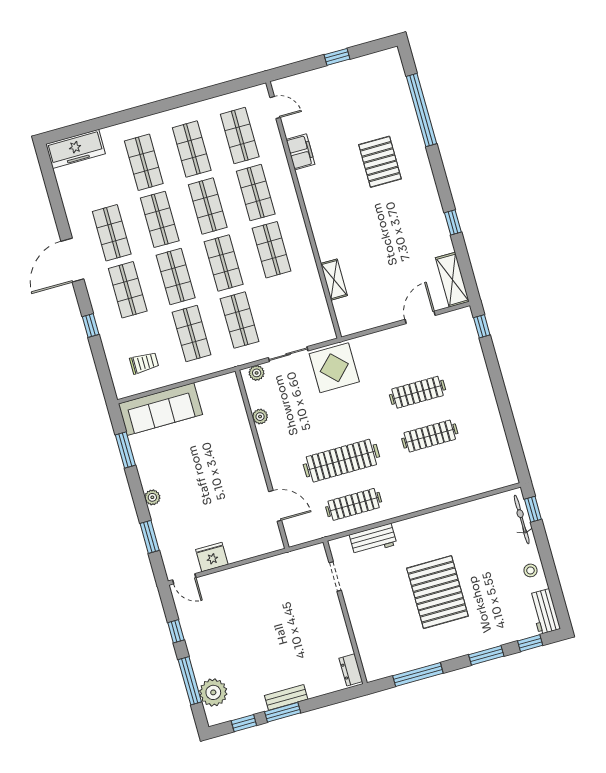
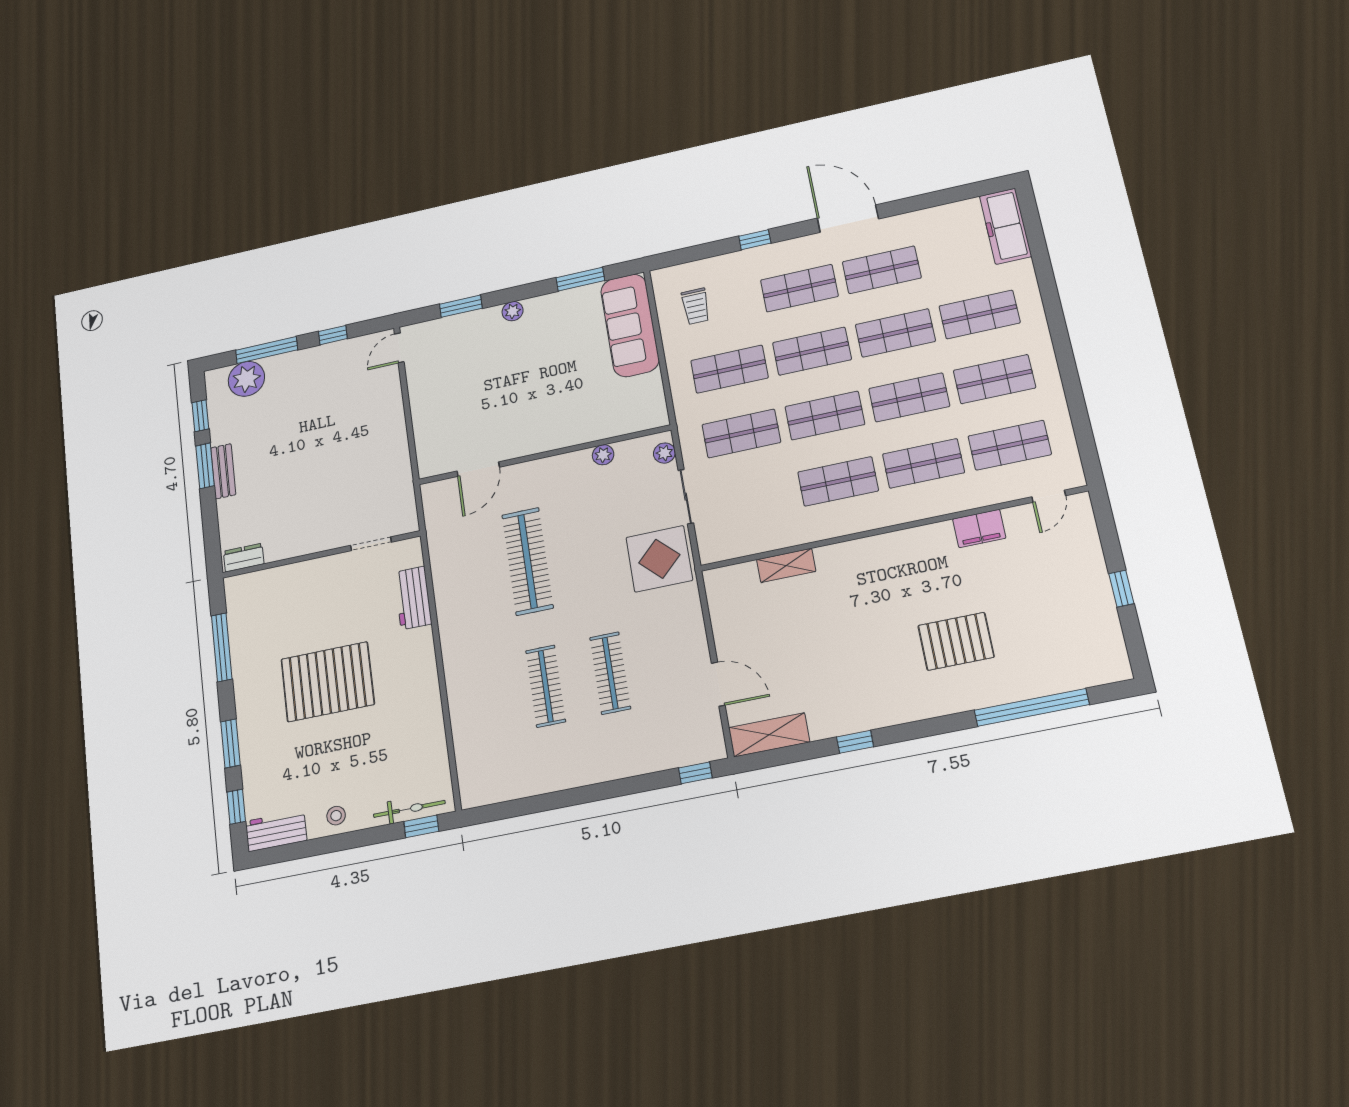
clothes rail: (354, 504) -> (465, 574), removed
fridge: (212, 557) -> (422, 384), removed

